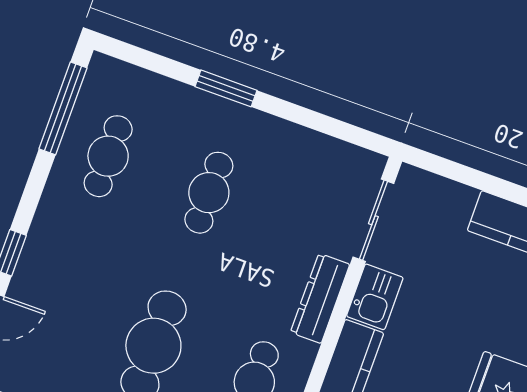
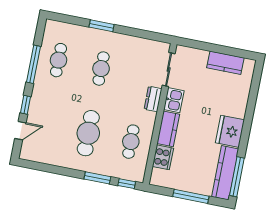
window: (63, 108) -> (33, 64), moved
dresser: (320, 298) -> (153, 99), width x0.70

